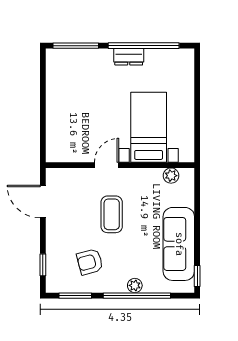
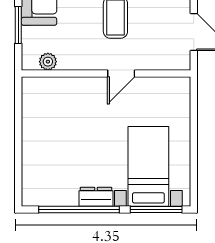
bed with nightstands: (149, 127) -> (148, 166), moved, turned 180
window: (197, 208) -> (18, 25), added

